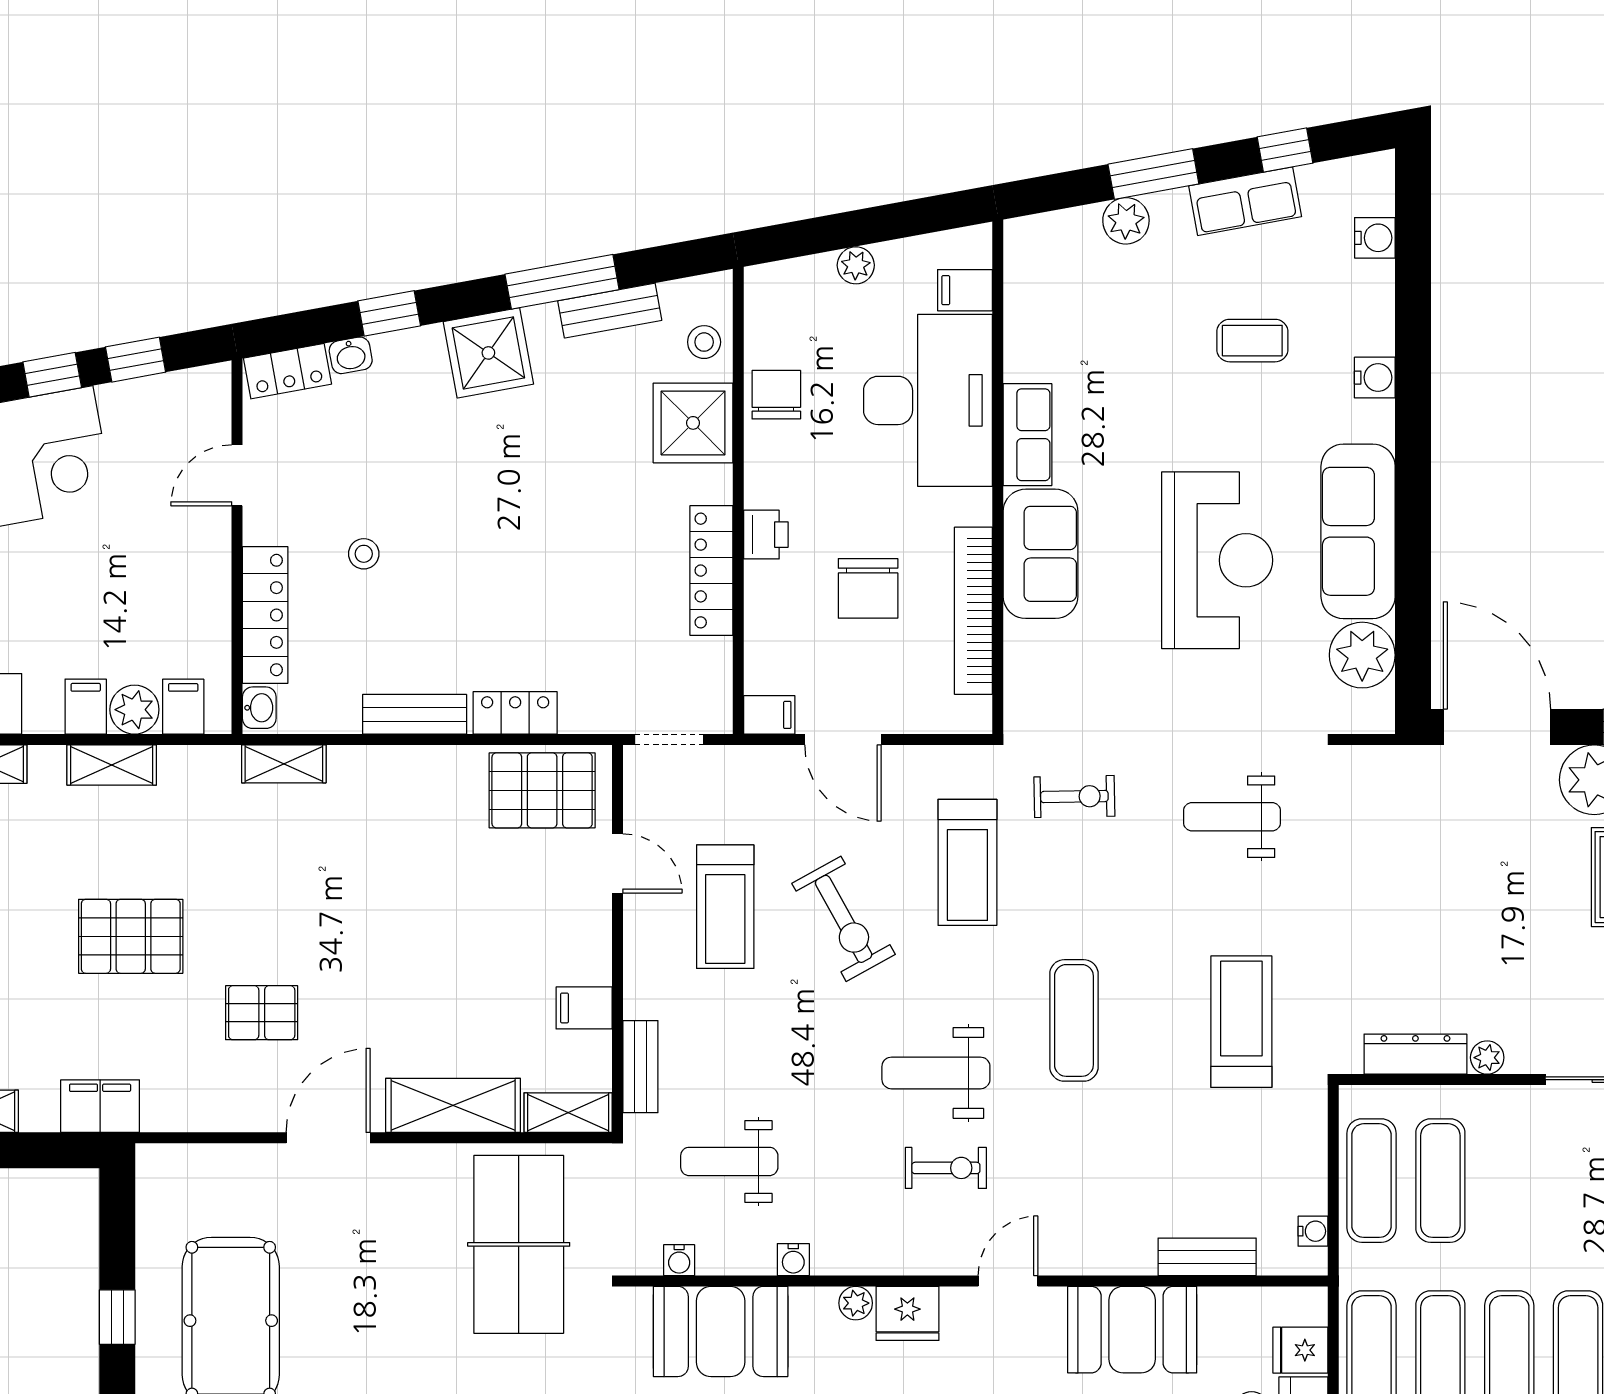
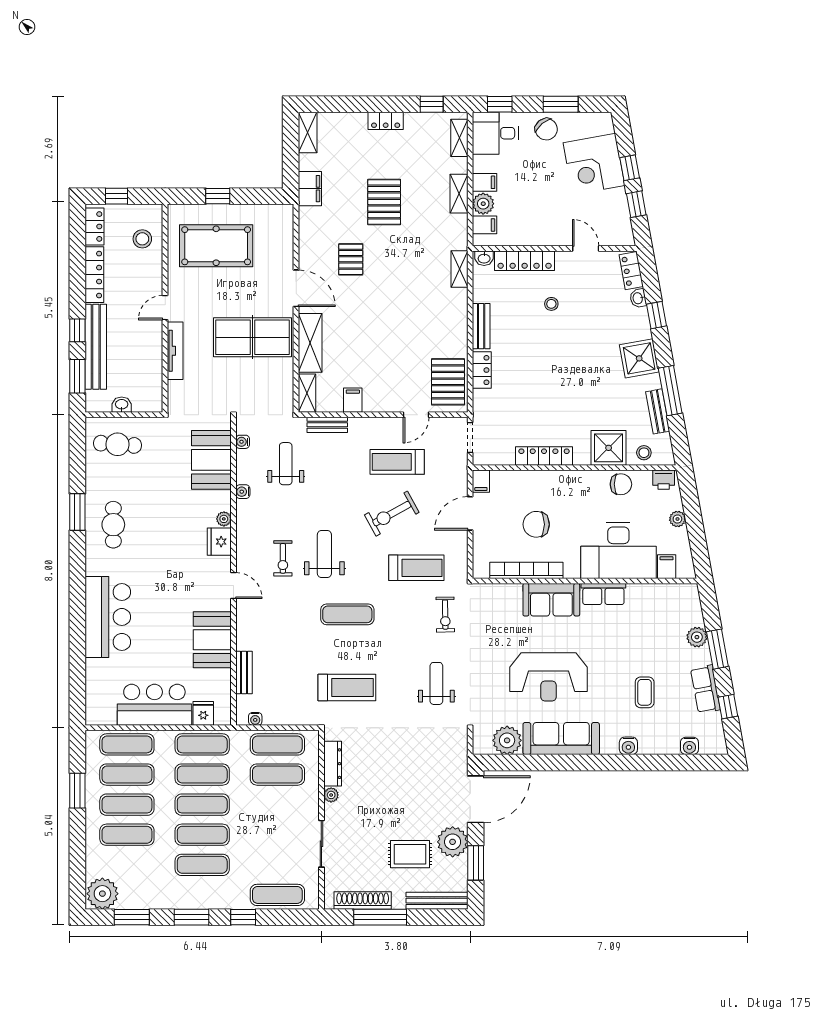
printer: (766, 535) -> (664, 480), moved
treadmill: (967, 862) -> (416, 568), turned 180
table tennis table: (519, 1244) -> (253, 337), moved

